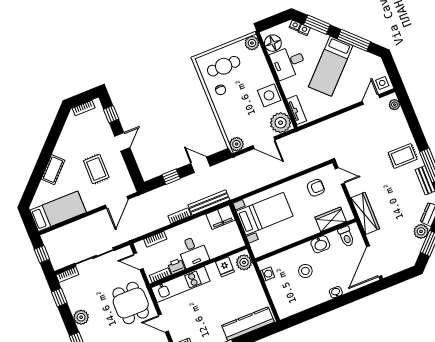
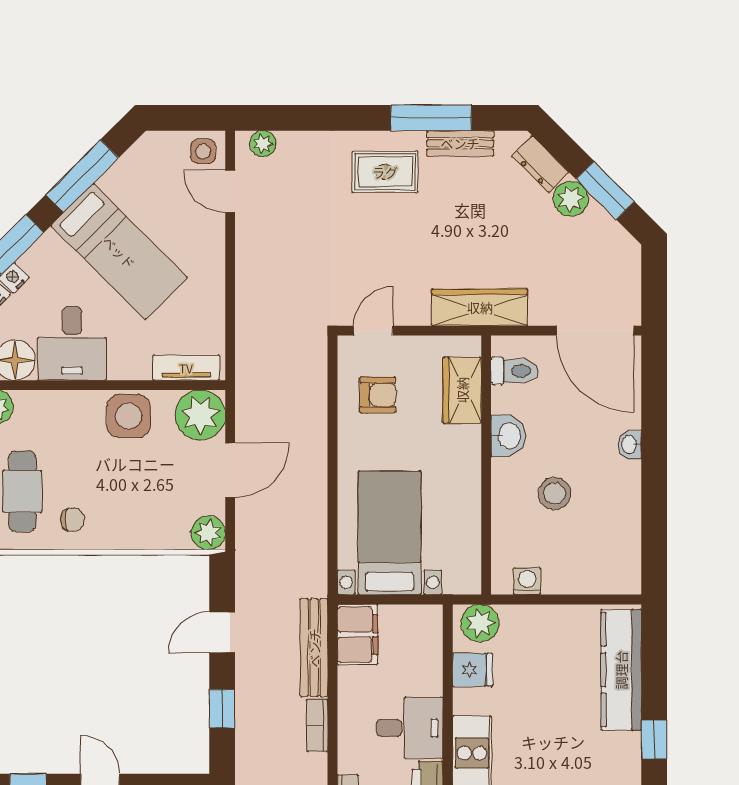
rug: (403, 156) -> (385, 172), turned 90
armchair: (316, 188) -> (378, 395), turned 90

